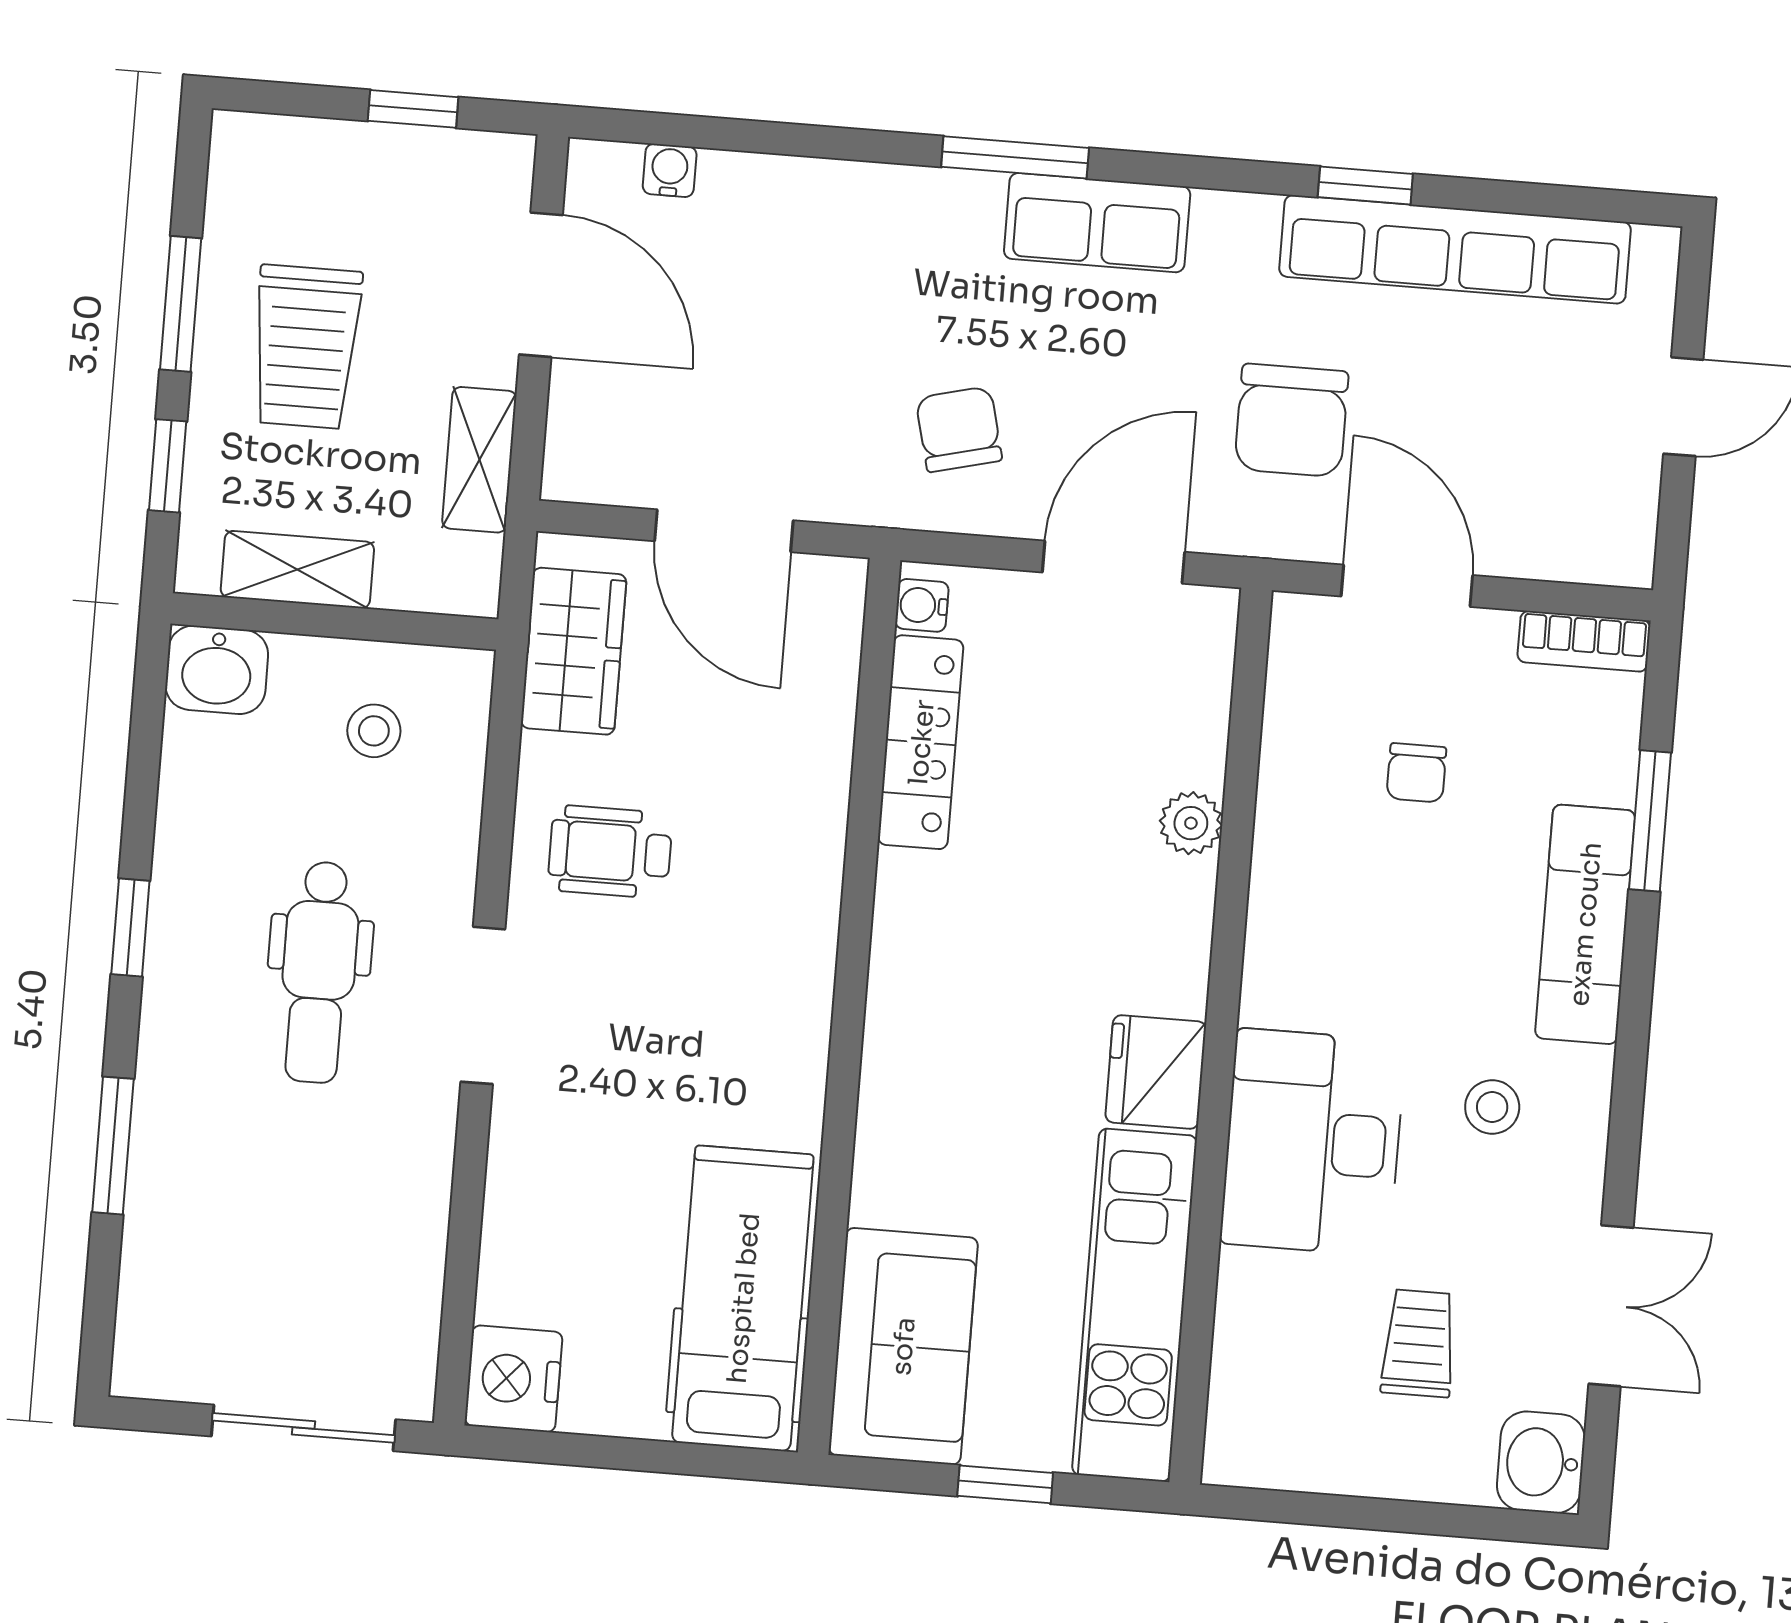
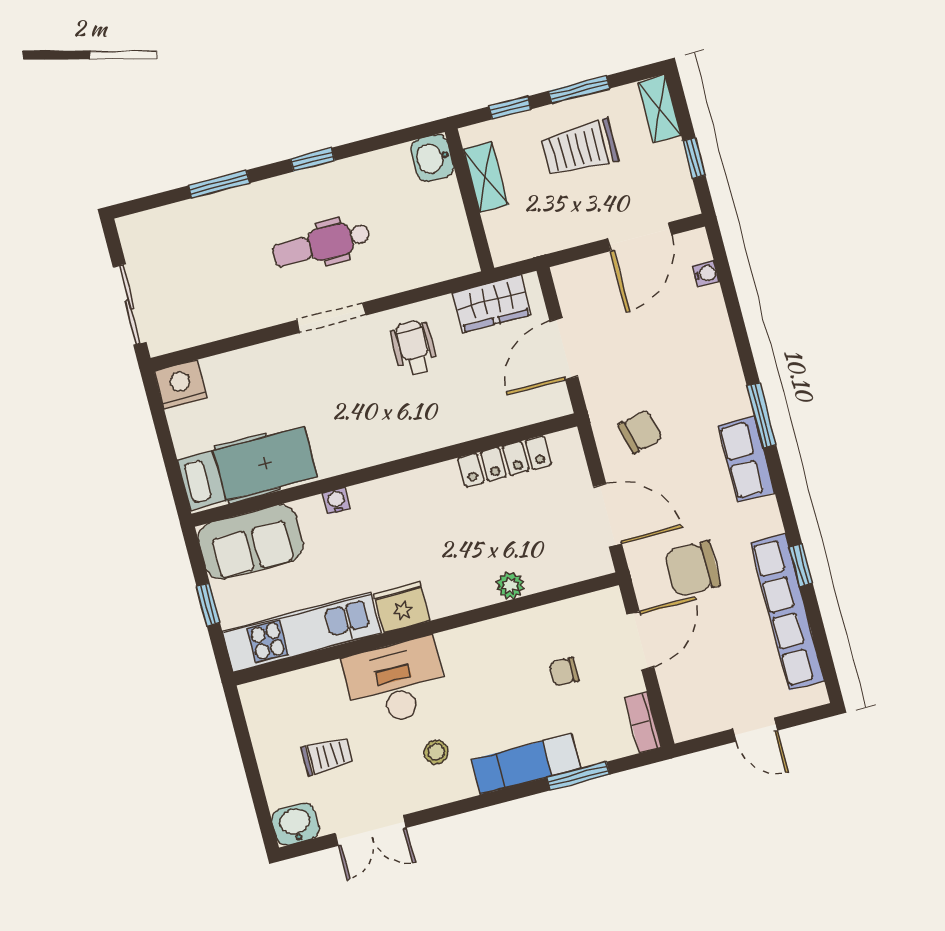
shelving: (479, 460) -> (660, 109), moved, turned 90
water cooler: (922, 605) -> (337, 501), moved
stool: (374, 731) -> (430, 232), removed

